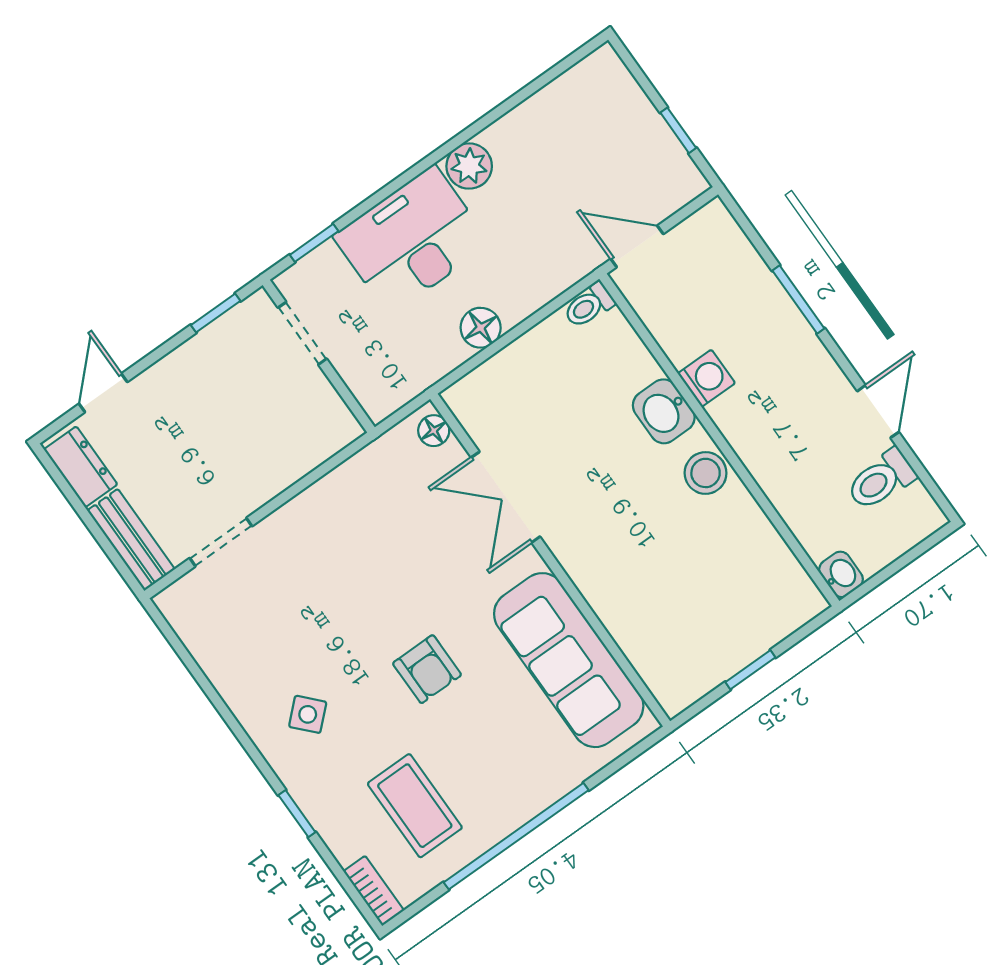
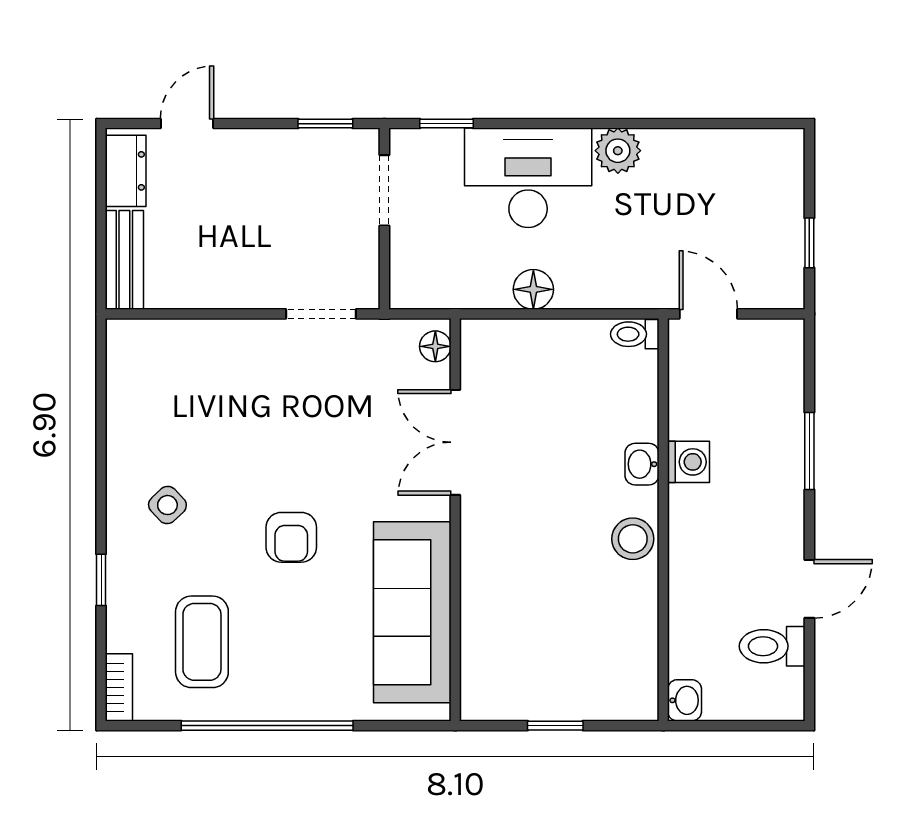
washbasin: (664, 411) -> (642, 464), width x0.72, depth x0.69
doorway: (221, 542) -> (321, 314), moved

